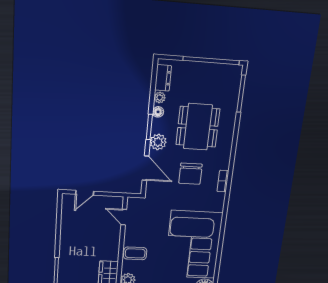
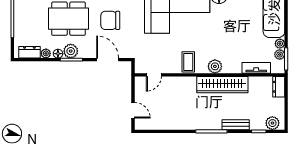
plant: (158, 142) -> (71, 51), moved
door: (146, 168) -> (108, 60), hinge flipped
chair: (190, 174) -> (110, 20), turned 180

